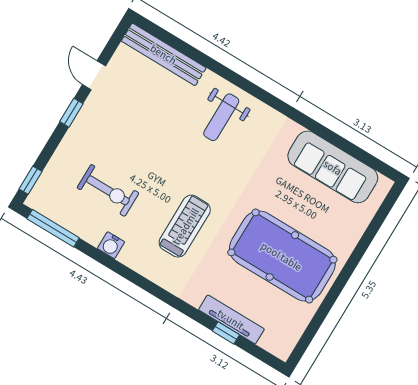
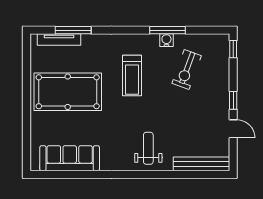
exercise bike: (108, 190) -> (187, 70), turned -70
window: (53, 228) -> (167, 30), moved
tv unit: (231, 319) -> (59, 39), moved
window: (226, 333) -> (73, 30), width x2.17

